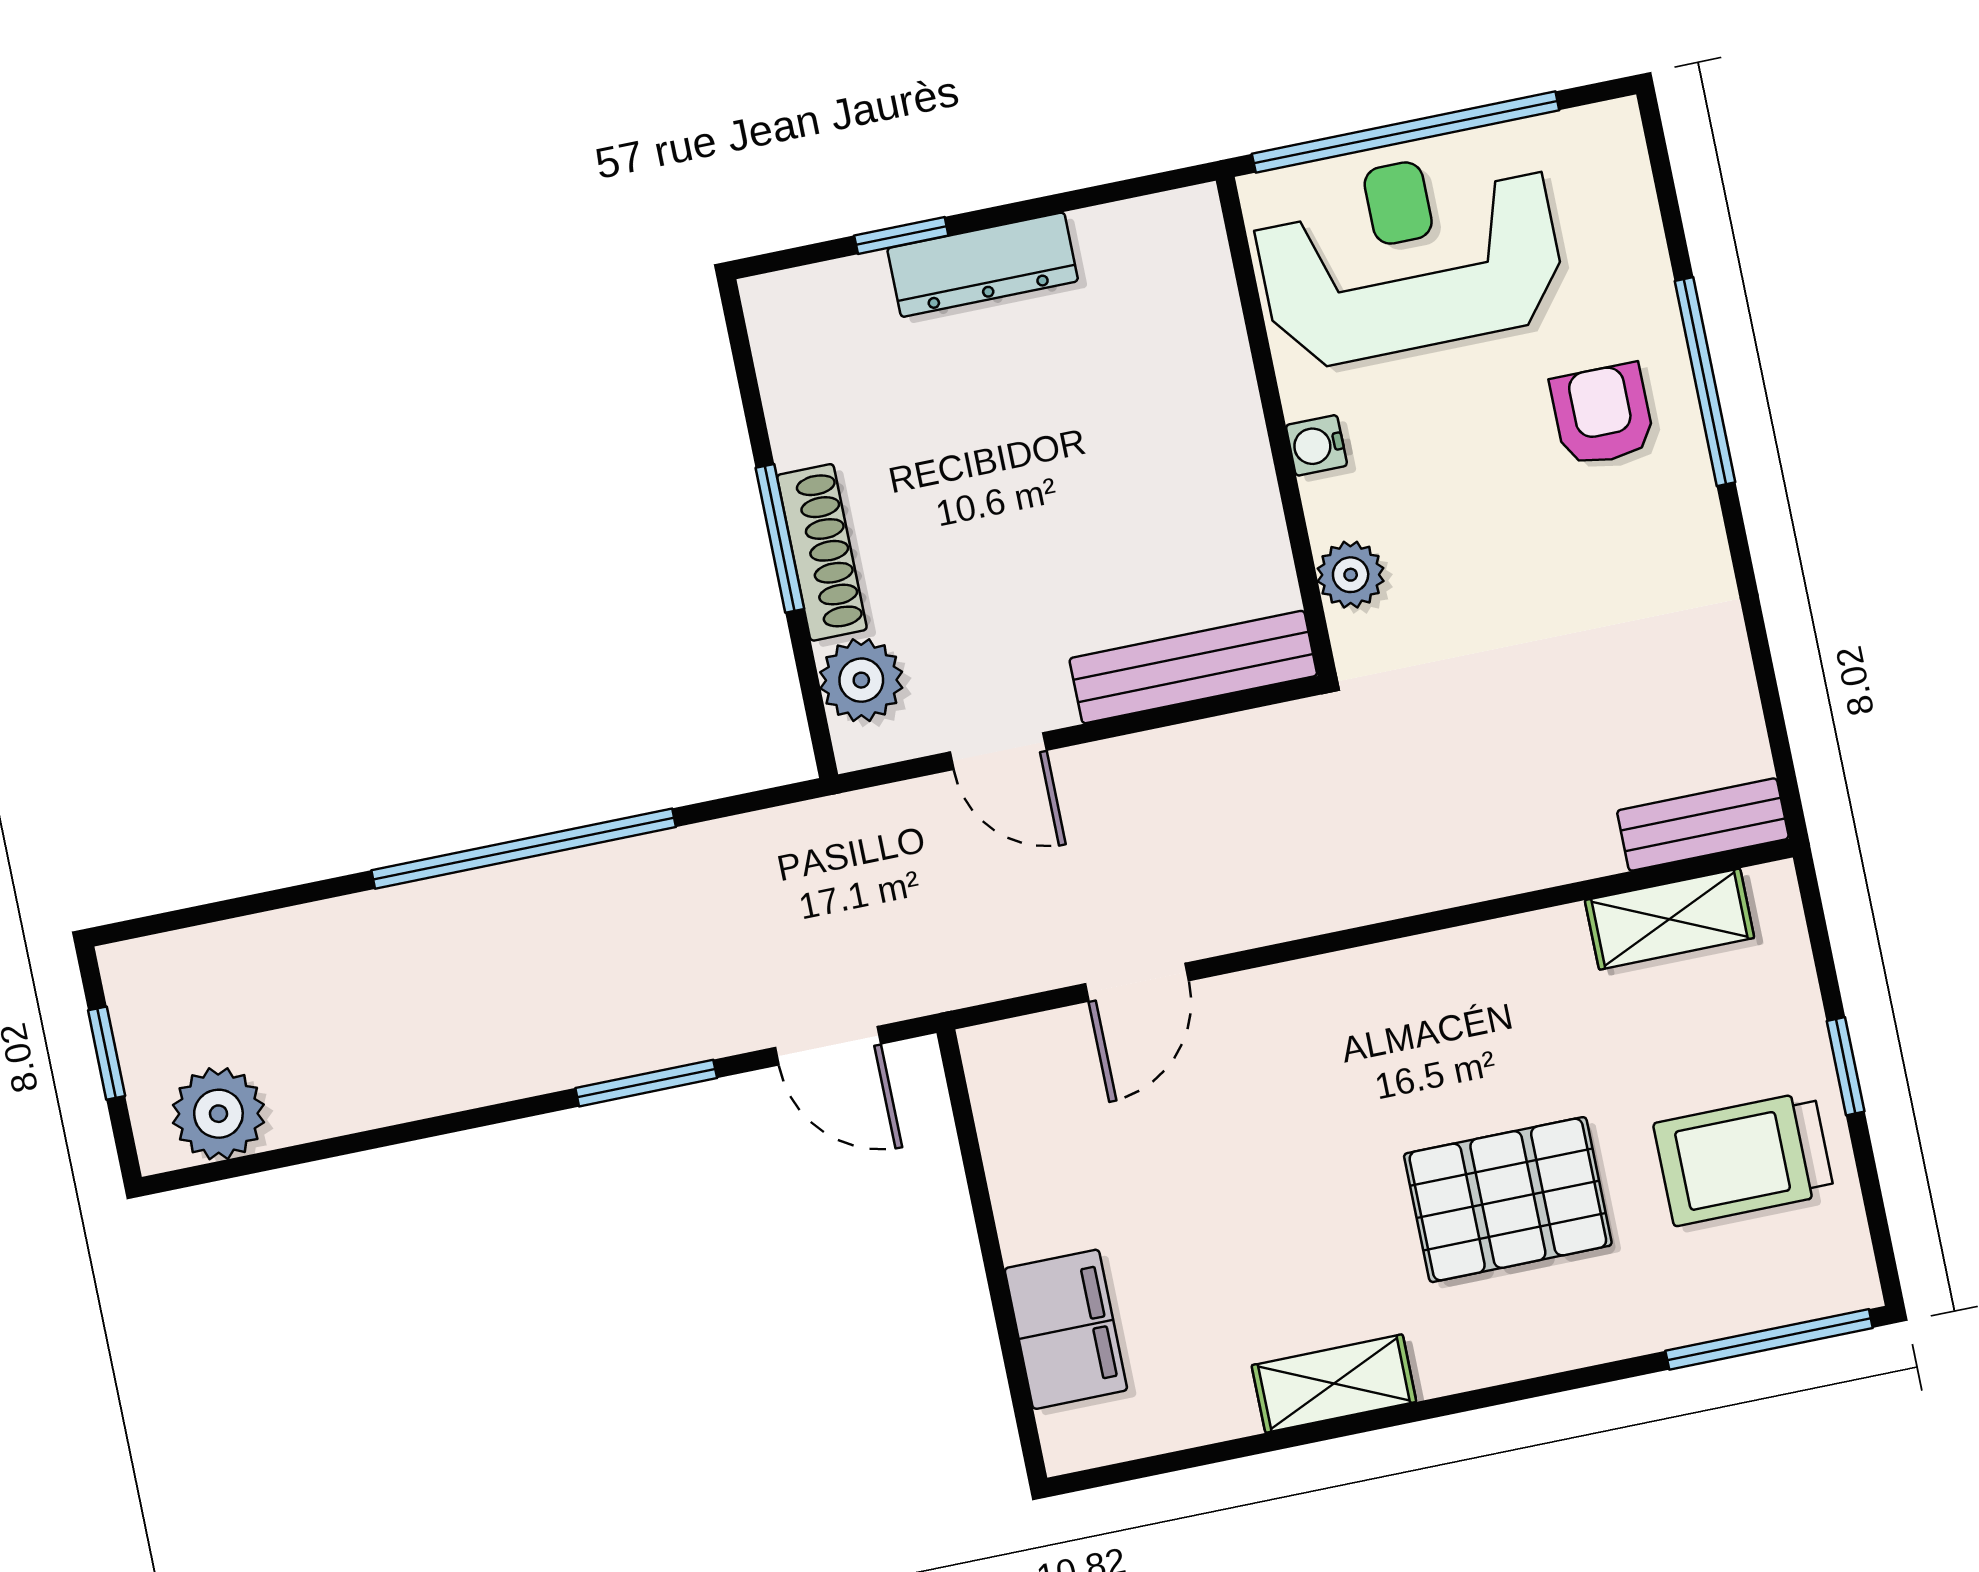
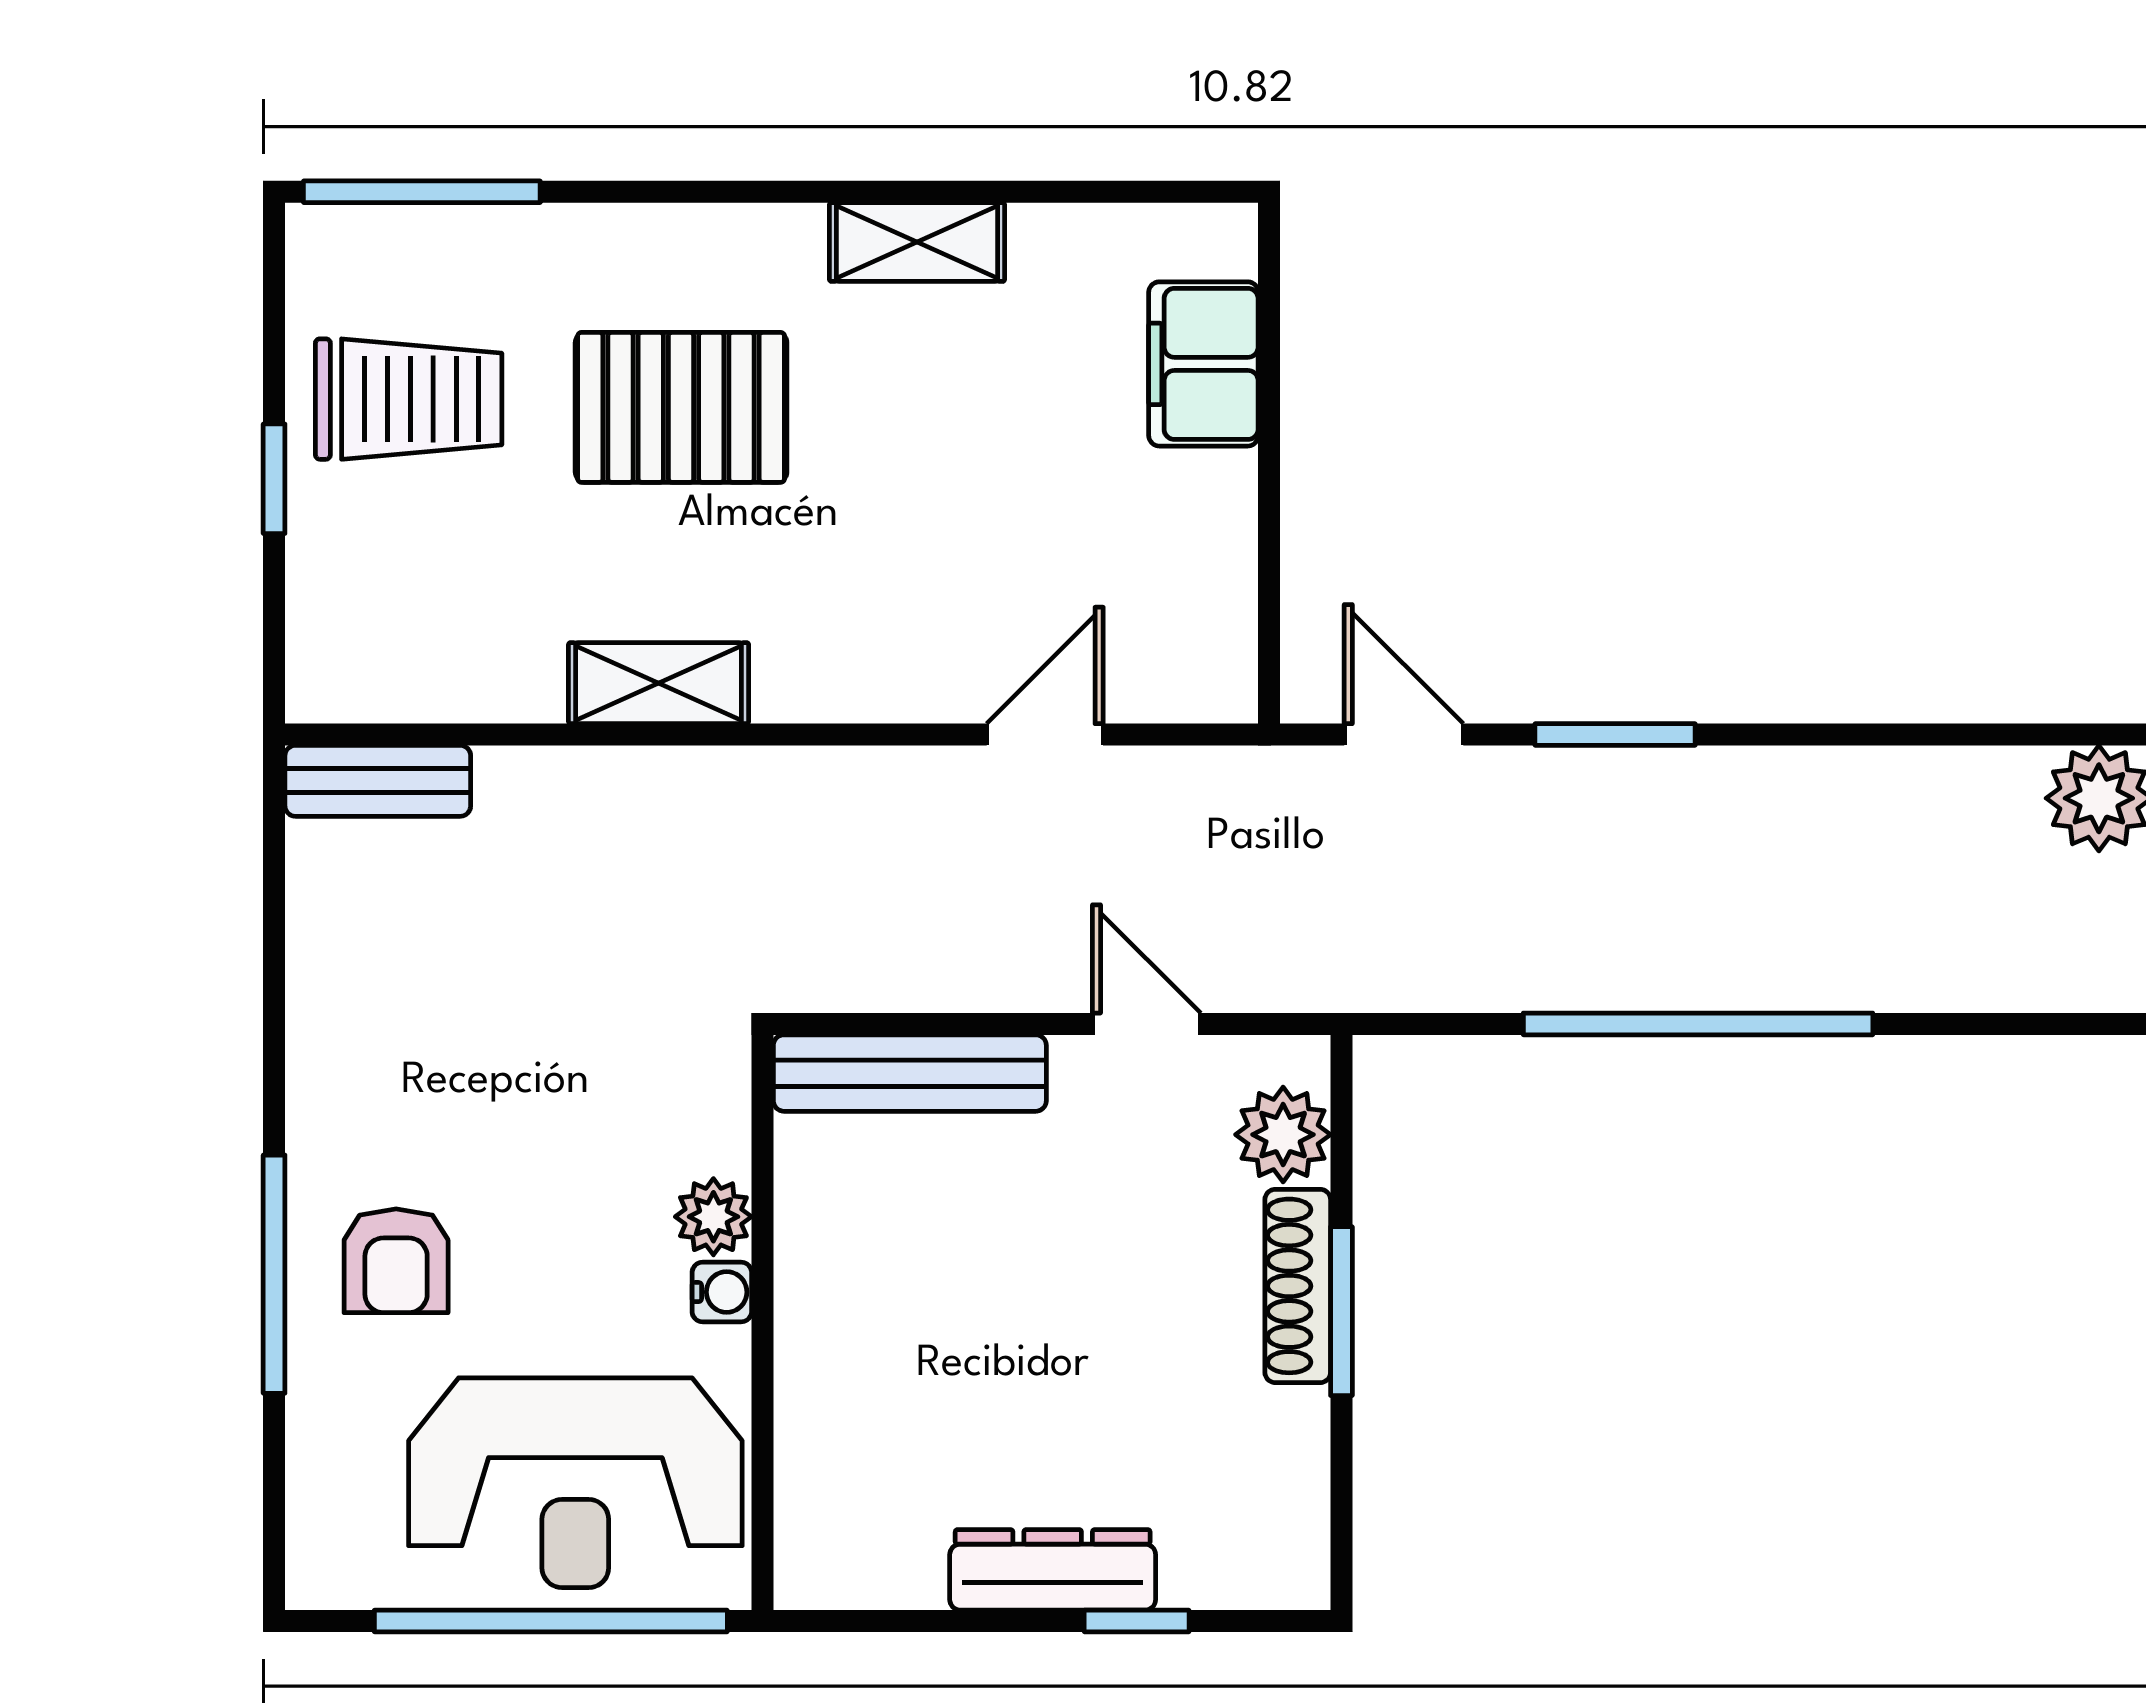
plant: (1351, 575) -> (713, 1217), moved
shelving: (1670, 919) -> (659, 683), moved

